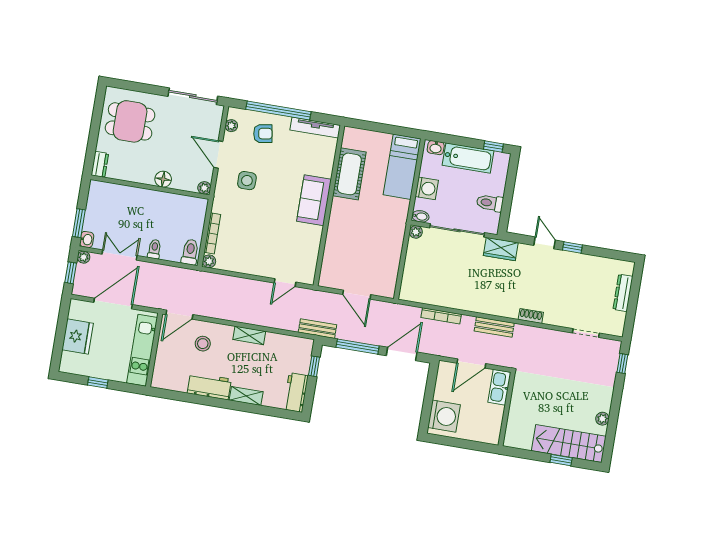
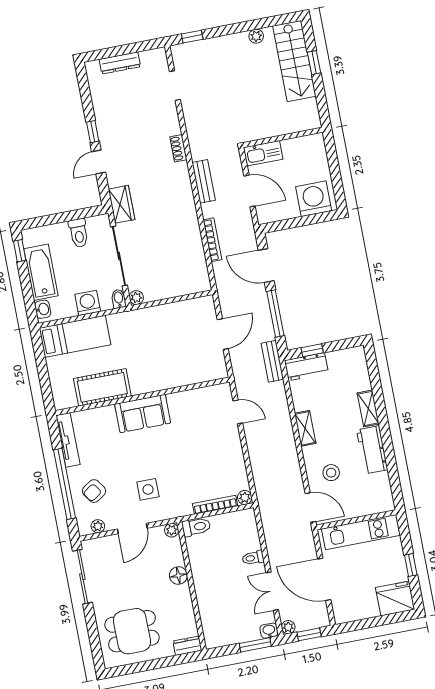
dining table: (130, 121) -> (132, 631), turned 90
armchair: (263, 134) -> (94, 491), turned -115
toilet: (190, 252) -> (196, 527), moved, turned 180
fridge: (78, 337) -> (395, 599), moved
workbench: (296, 392) -> (306, 367), moved

